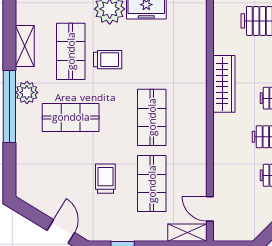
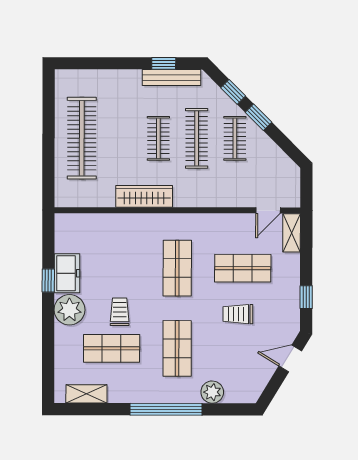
shelving: (25, 46) -> (86, 394), moved
plant: (27, 92) -> (212, 392), moved
shop shelf: (152, 117) -> (177, 268), turned 90

